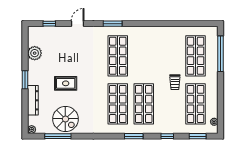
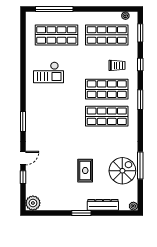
window: (49, 24) -> (23, 177), moved
door: (78, 24) -> (23, 158), swing flipped
checkout: (160, 48) -> (48, 72), added
plant: (35, 53) -> (33, 203), moved
shop shelf: (118, 56) -> (56, 116), removed
trolley: (175, 82) -> (117, 65), moved
window: (58, 136) -> (140, 166), moved

